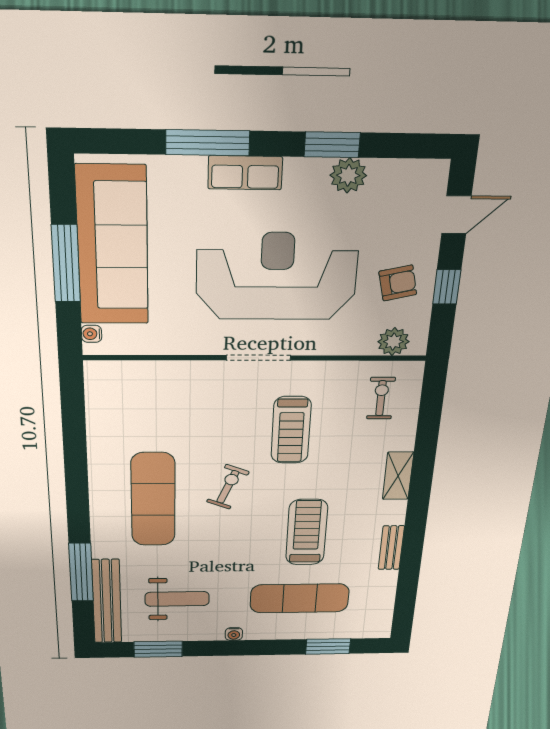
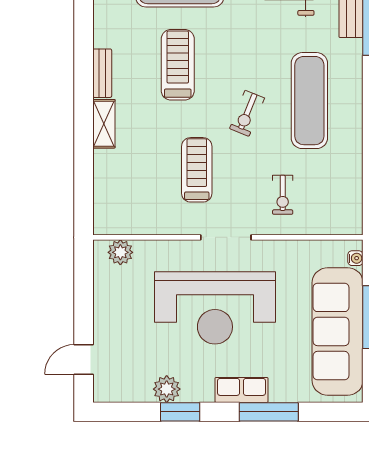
armchair: (398, 283) -> (122, 303), removed
window: (447, 287) -> (84, 300), removed
exercise bike: (381, 398) -> (283, 195), moved
treadmill: (307, 532) -> (178, 65), turned 180
bench: (391, 548) -> (102, 73), moved

